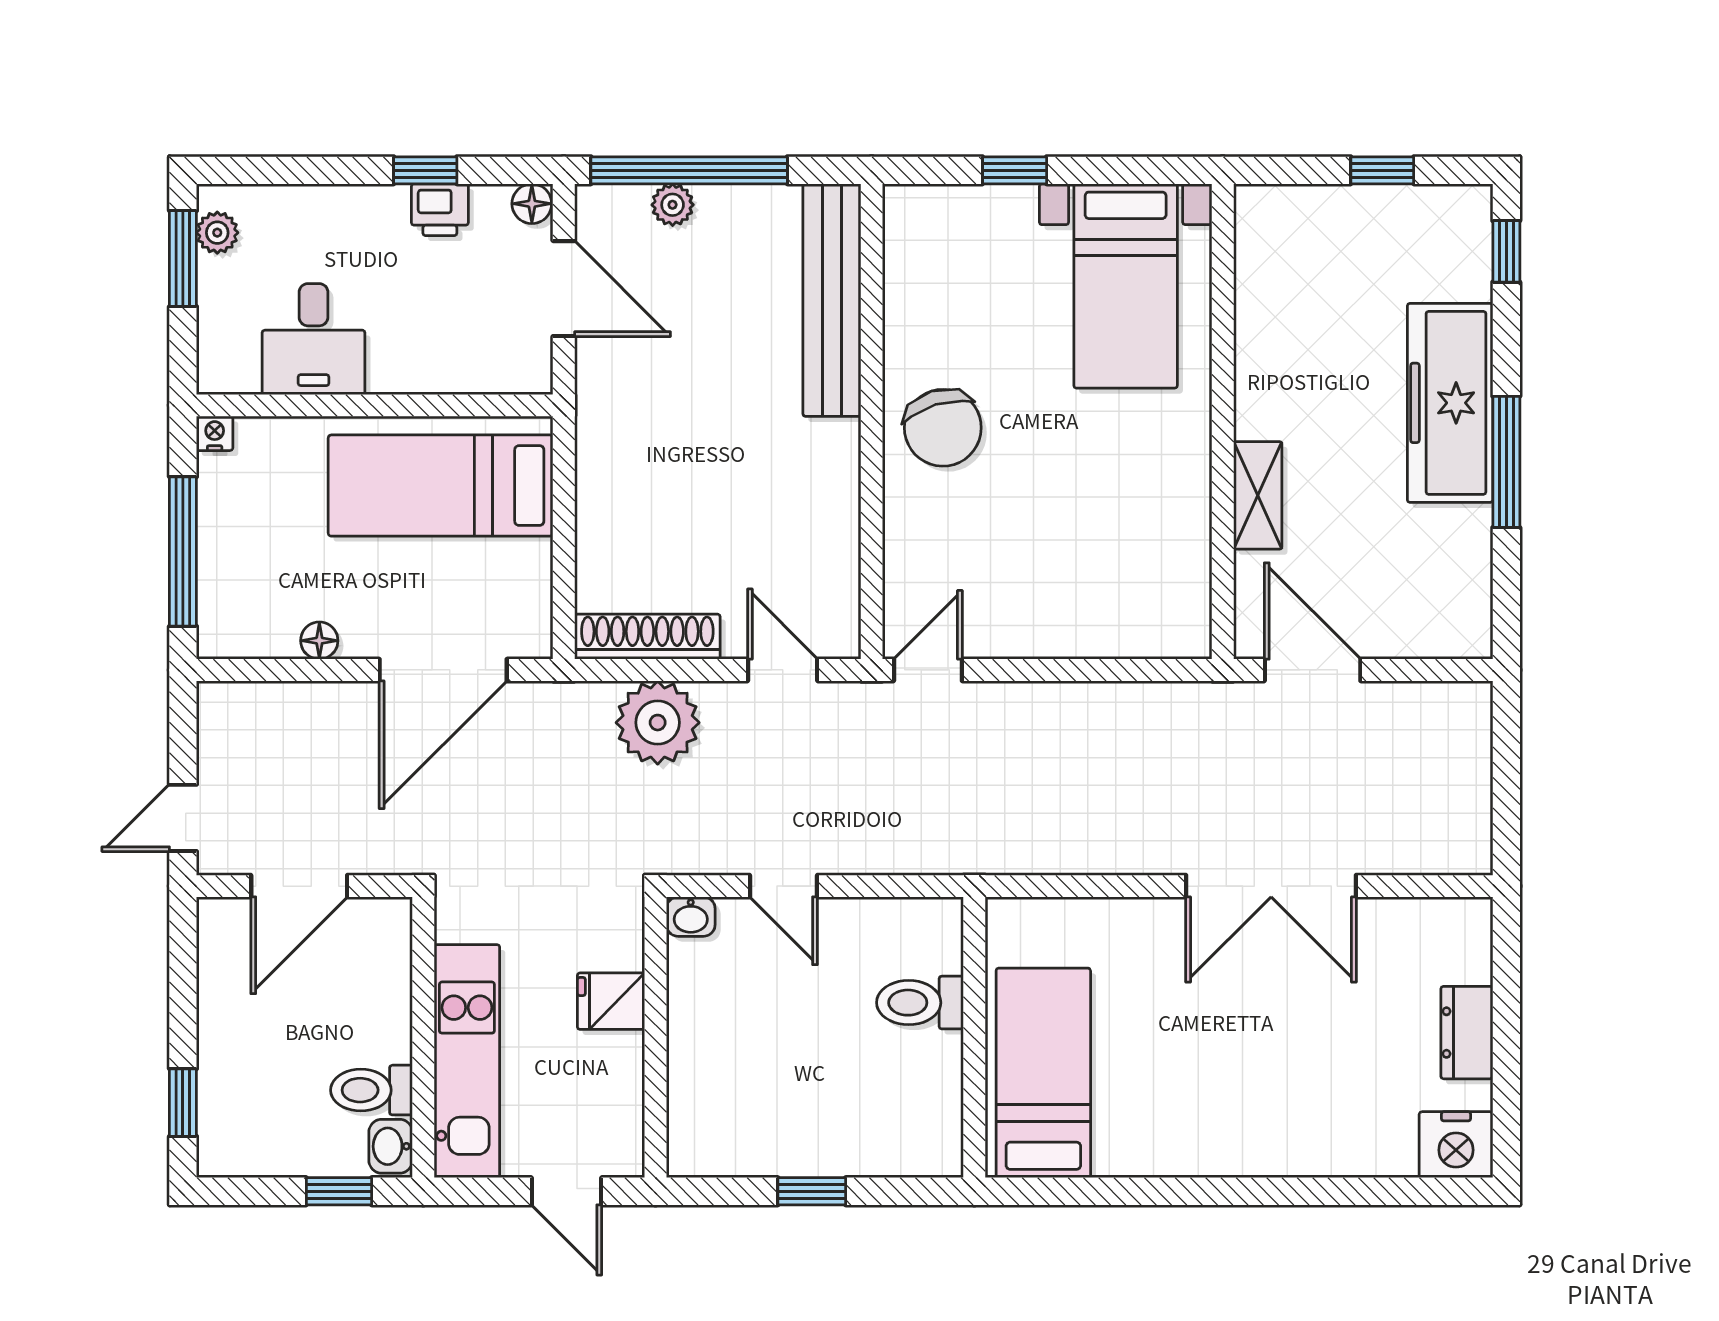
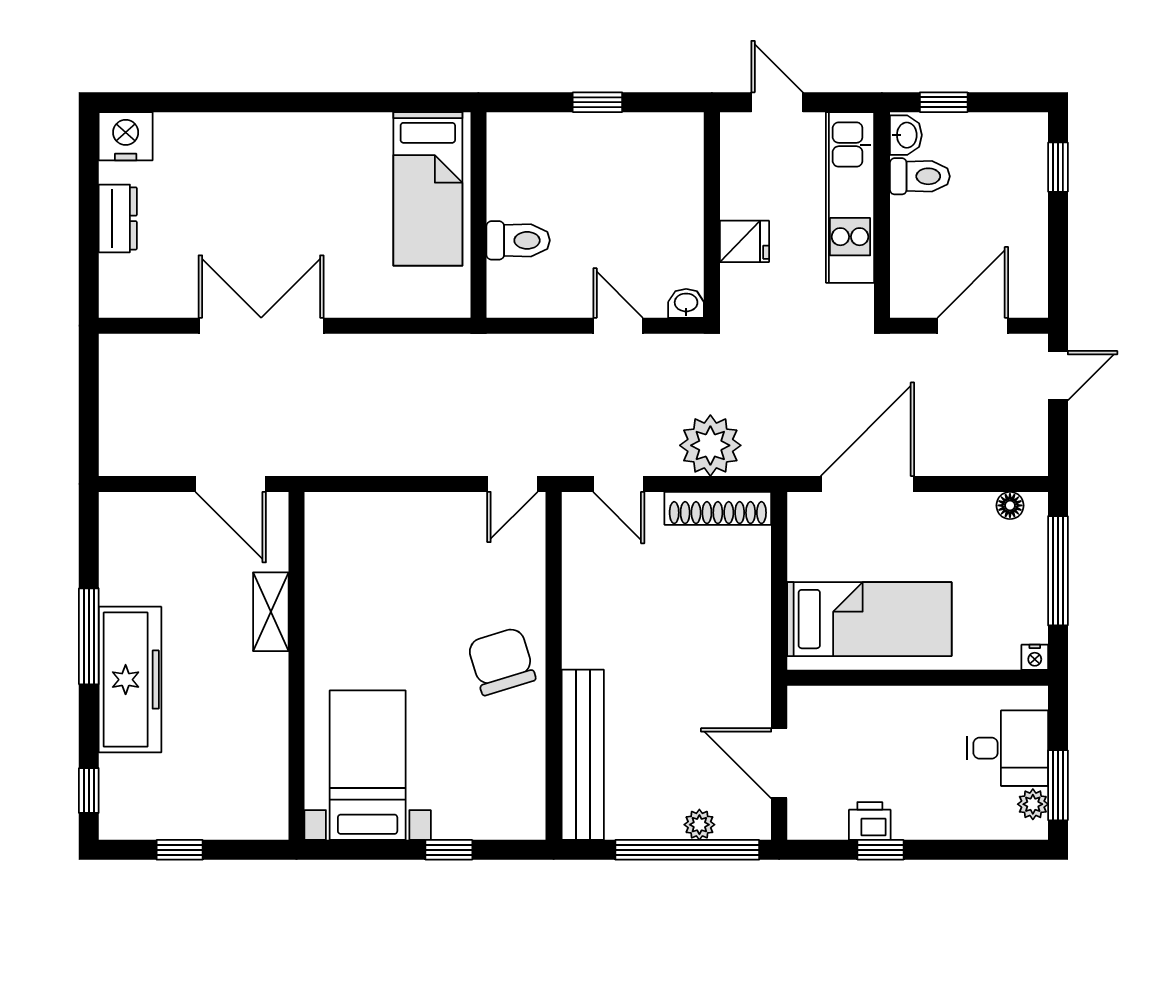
floor lamp: (532, 204) -> (802, 825), removed
desk: (314, 339) -> (1007, 748), moved, turned 90
floor lamp: (319, 641) -> (1010, 505), moved

